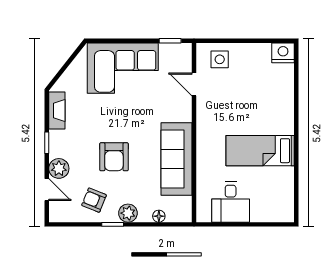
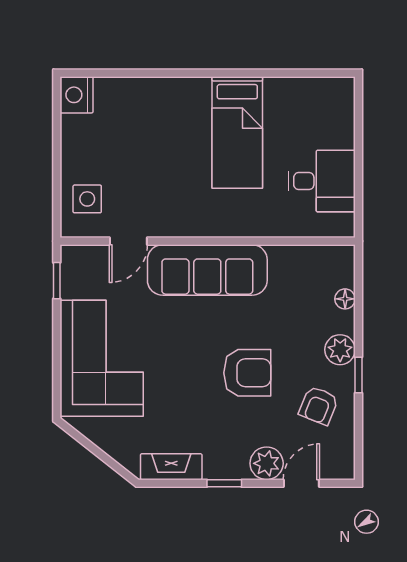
sofa: (176, 159) -> (207, 270), moved

